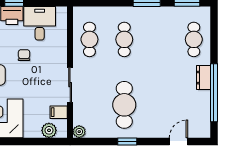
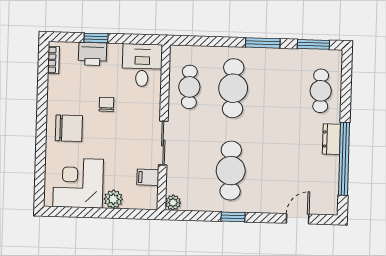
desk: (40, 23) -> (142, 65), moved
cafe table: (124, 39) -> (233, 88), width x1.37, depth x1.35
plant: (49, 130) -> (113, 199), moved

